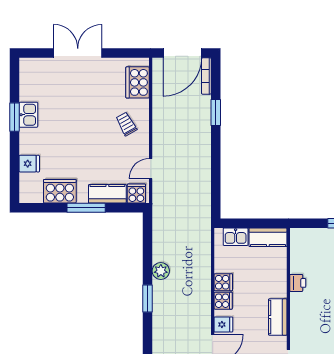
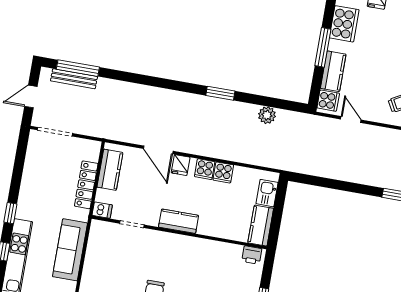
plant: (161, 271) -> (267, 115), moved
printer: (298, 283) -> (252, 255), moved

